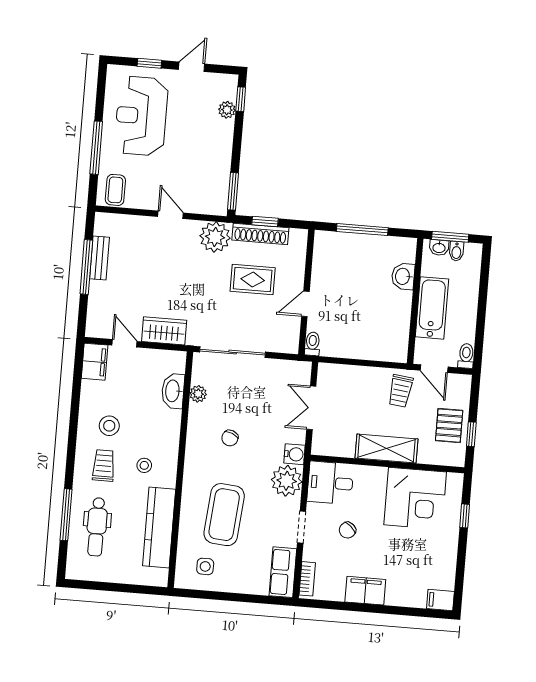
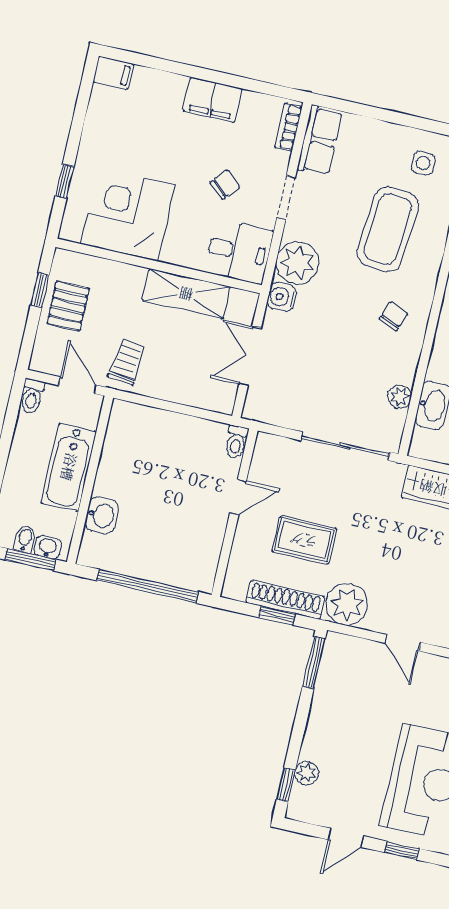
window: (362, 230) -> (147, 586), width x1.46
double door: (311, 408) -> (250, 356), swing flipped
chair: (230, 438) -> (394, 316), moved
shelving: (386, 449) -> (186, 294), moved

